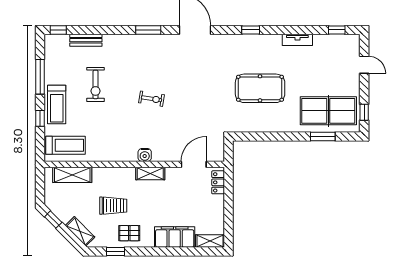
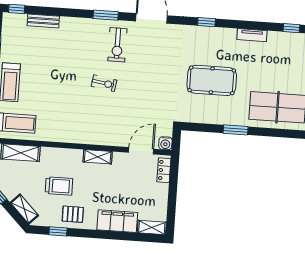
exercise bike: (95, 84) -> (117, 45), moved
window: (323, 137) -> (236, 130), moved
water cooler: (145, 155) -> (165, 143), moved

